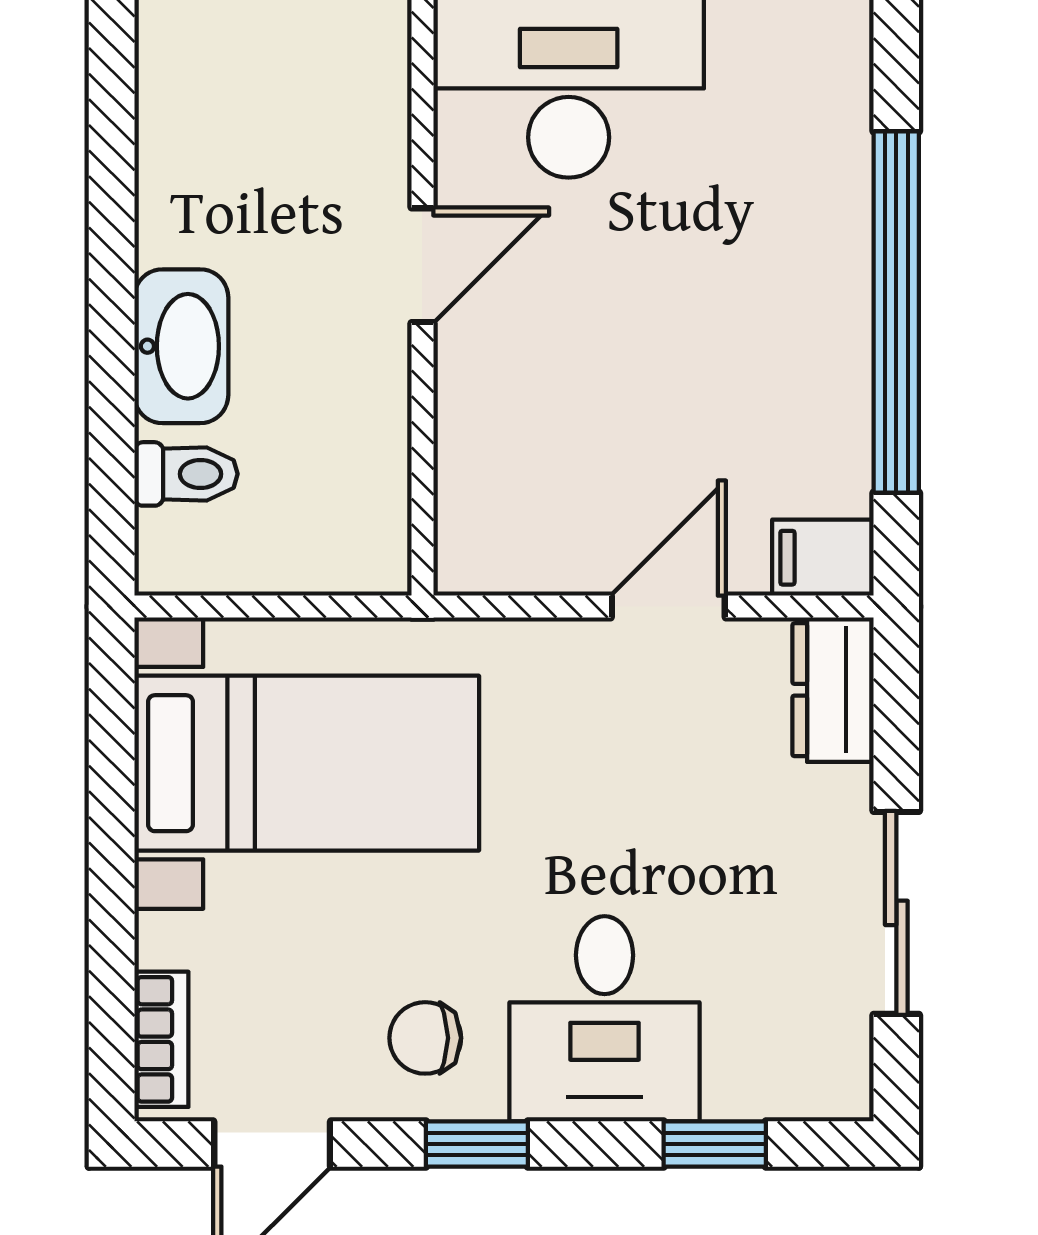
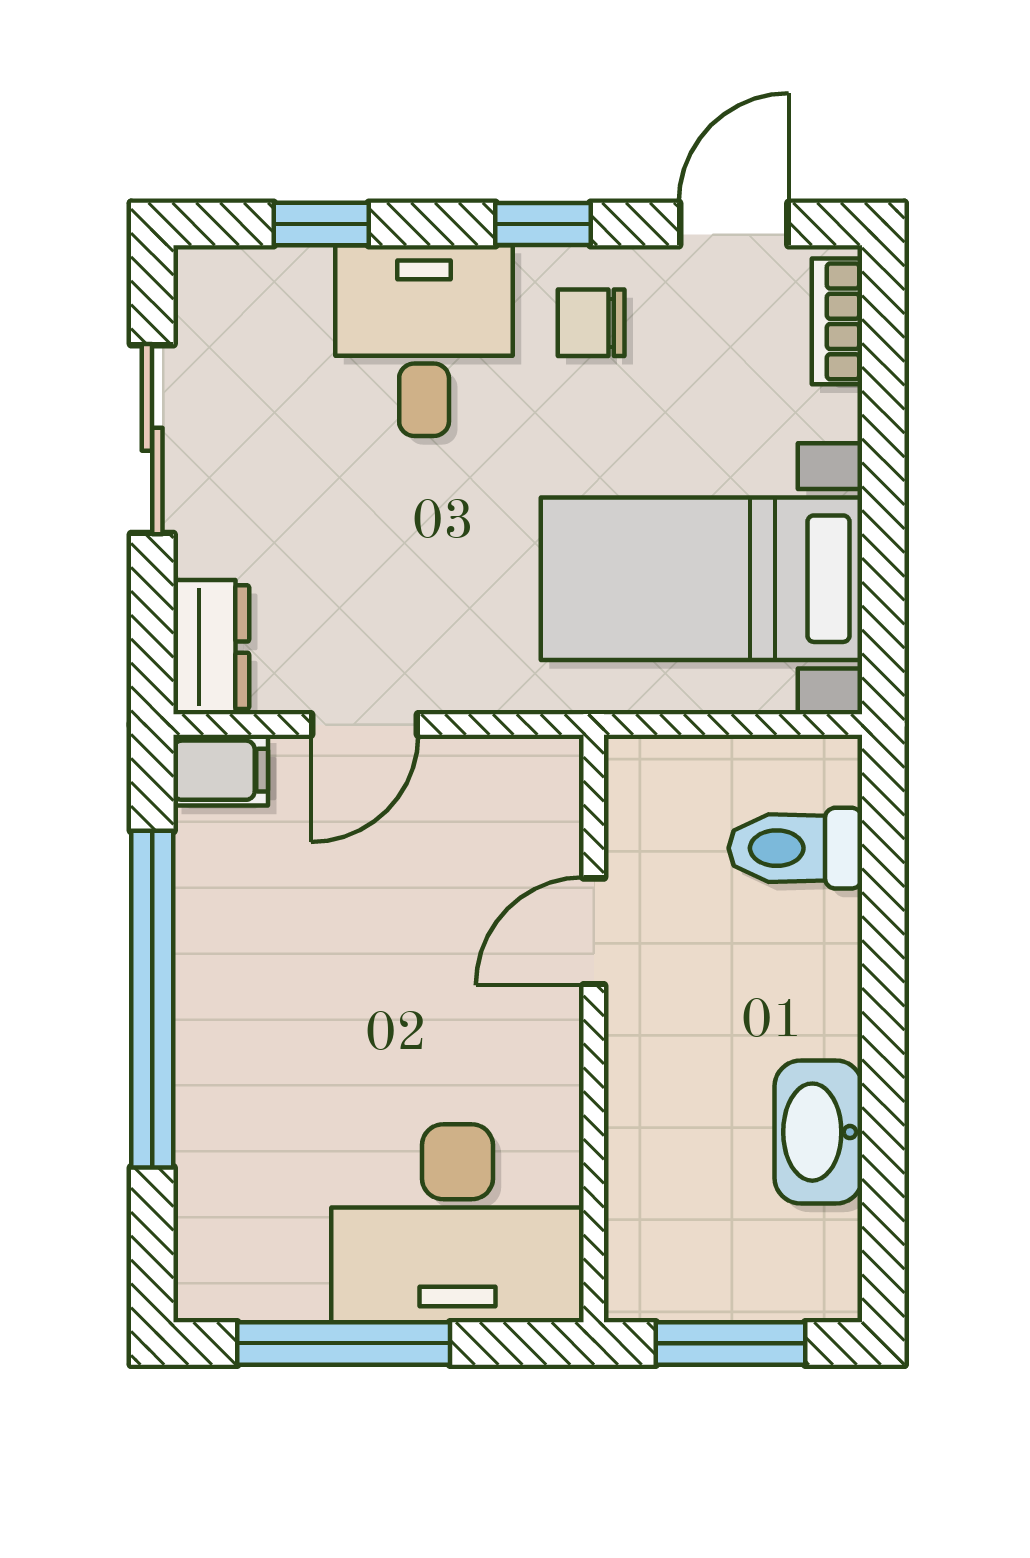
door: (422, 265) -> (594, 931), moved
washbasin: (181, 346) -> (818, 1132), moved
toilet: (186, 474) -> (795, 848), width x1.37, depth x1.39
chair: (425, 1038) -> (591, 323), turned 180

